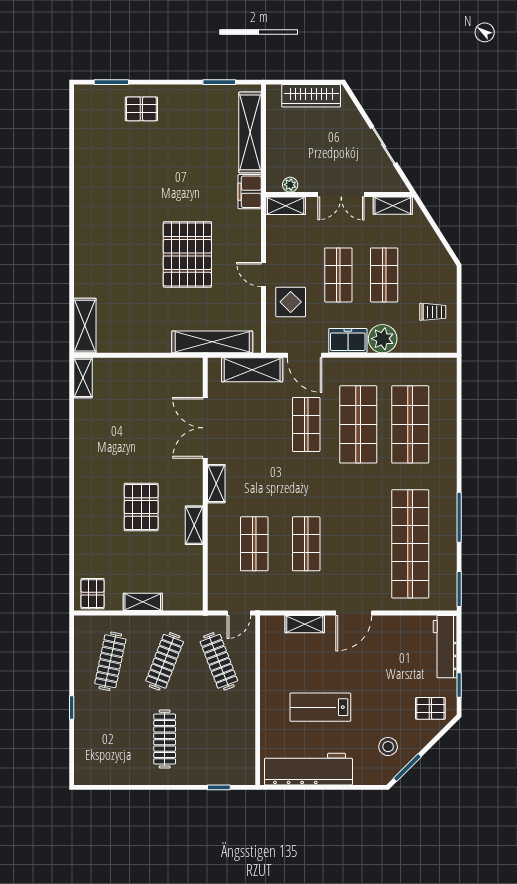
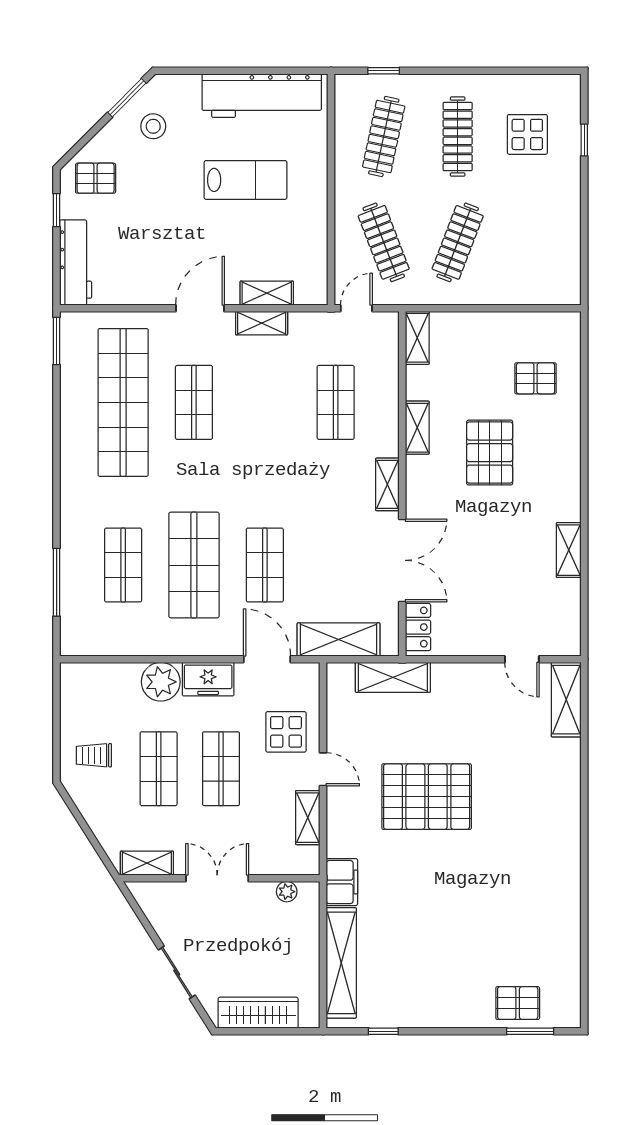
window: (219, 82) -> (383, 1031), width x0.67
pallet: (141, 109) -> (518, 1003), moved
sliding door: (384, 146) -> (177, 972), moved
shelving: (286, 206) -> (308, 818), moved, turned 90
pallet: (187, 254) -> (427, 797), turned 90
trolley: (433, 312) -> (94, 755), moved
shelving: (212, 342) -> (393, 677), width x0.68
door: (117, 355) -> (522, 659), added
shelving: (83, 378) -> (569, 550), moved
locker: (194, 379) -> (418, 627), added
shop shelf: (410, 424) -> (123, 565), width x0.70, depth x0.74
window: (459, 517) -> (57, 582), moved
shop shelf: (306, 544) -> (194, 402), moved
pallet: (93, 594) -> (535, 378), moved, turned 90
shelving: (143, 602) -> (417, 338), moved, turned 90
shelving: (309, 602) -> (262, 323), added
clothes rail: (110, 661) -> (384, 137), moved
window: (72, 708) -> (584, 140), moved
display table: (113, 741) -> (527, 134), added

